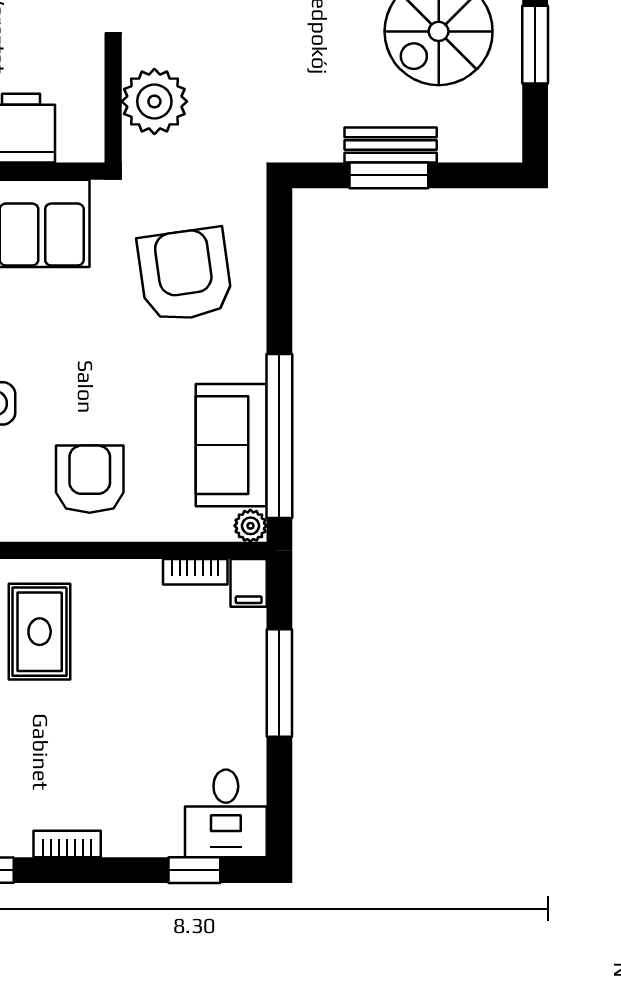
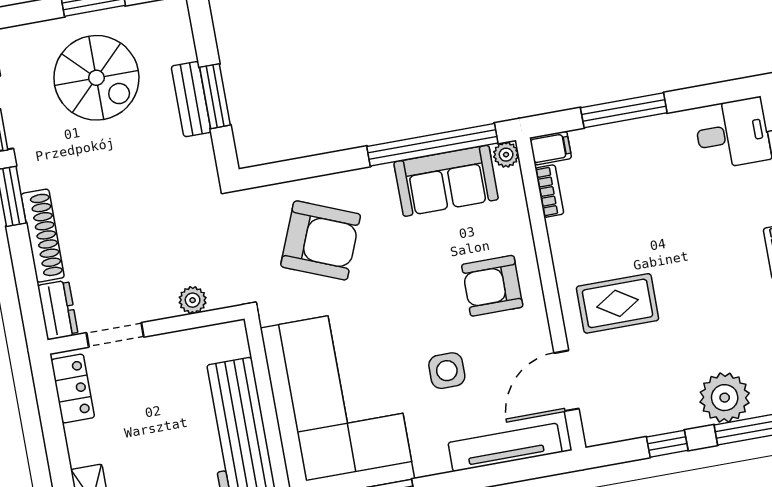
plant: (154, 101) -> (193, 300), width x0.53, depth x0.53
armchair: (185, 275) -> (321, 240), turned -150

